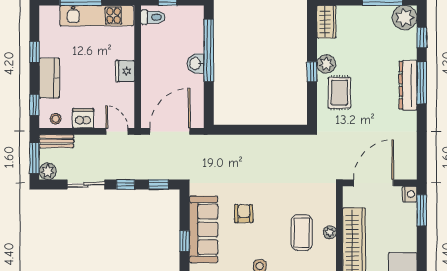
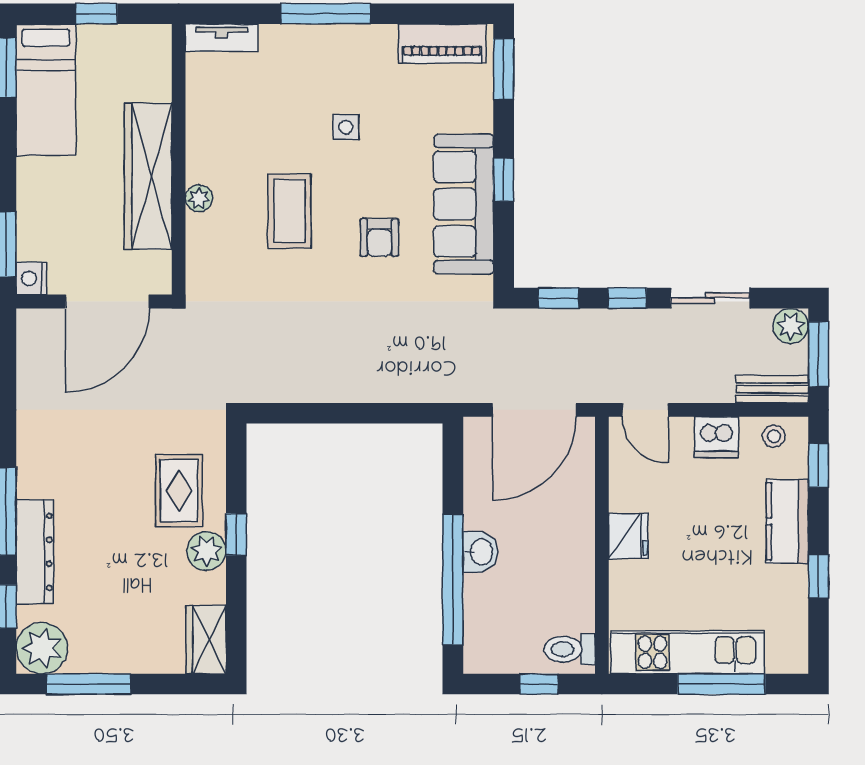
dresser: (408, 85) -> (35, 552), moved
coffee table: (302, 233) -> (289, 211), moved

